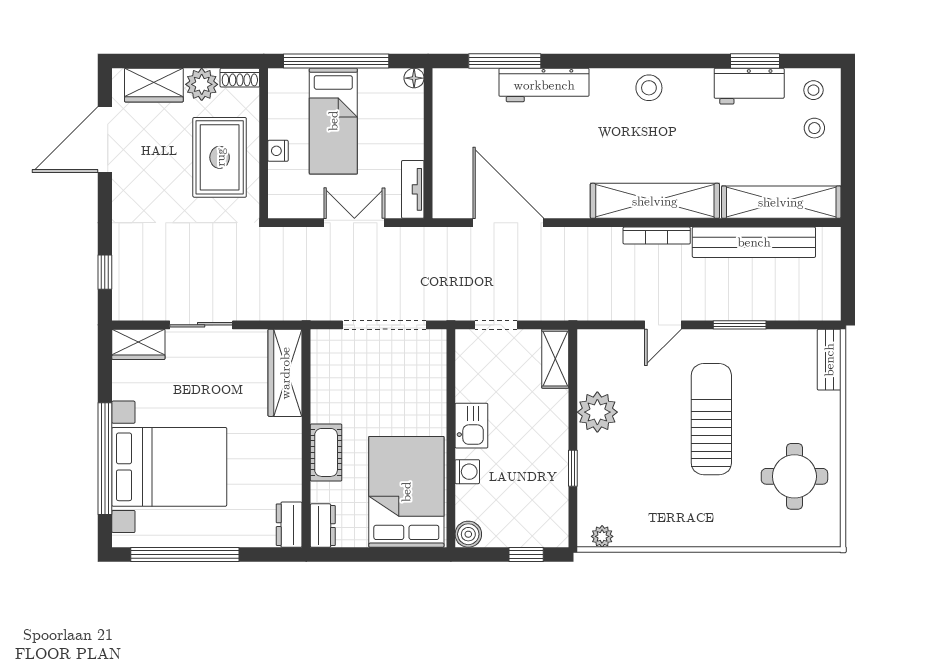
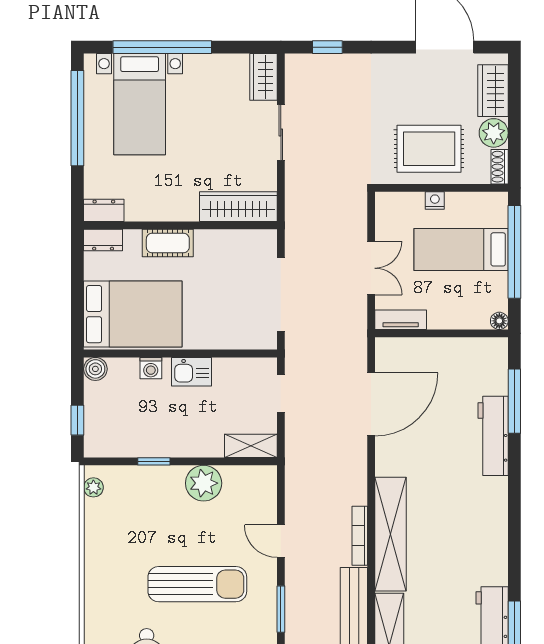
stool: (649, 88) -> (491, 529), removed
bed with nightstands: (169, 467) -> (140, 104), width x0.73

